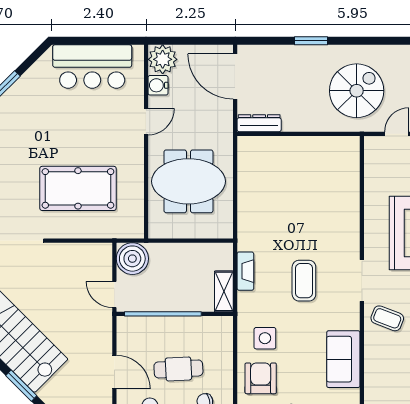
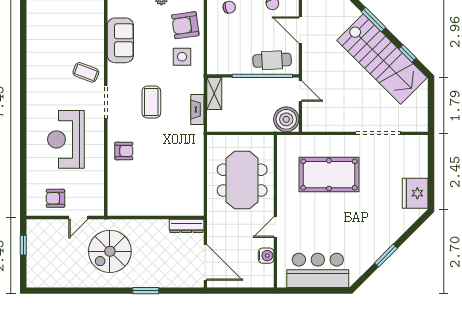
plant: (163, 59) -> (262, 276), removed
meeting table: (188, 181) -> (242, 180), turned 90
armchair: (339, 218) -> (124, 151), added
cafe table: (178, 369) -> (272, 60), moved
armchair: (261, 378) -> (185, 25), turned 82

